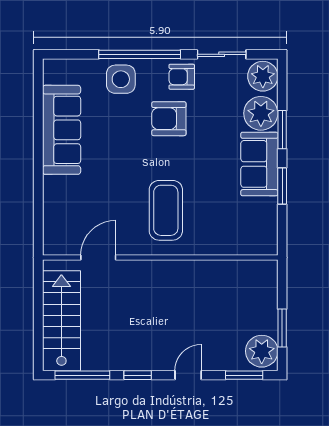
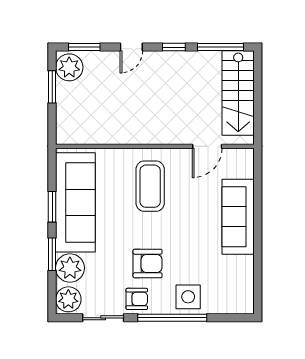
sofa: (62, 130) -> (238, 217), moved
sofa: (259, 164) -> (75, 202), width x1.85, depth x1.27

